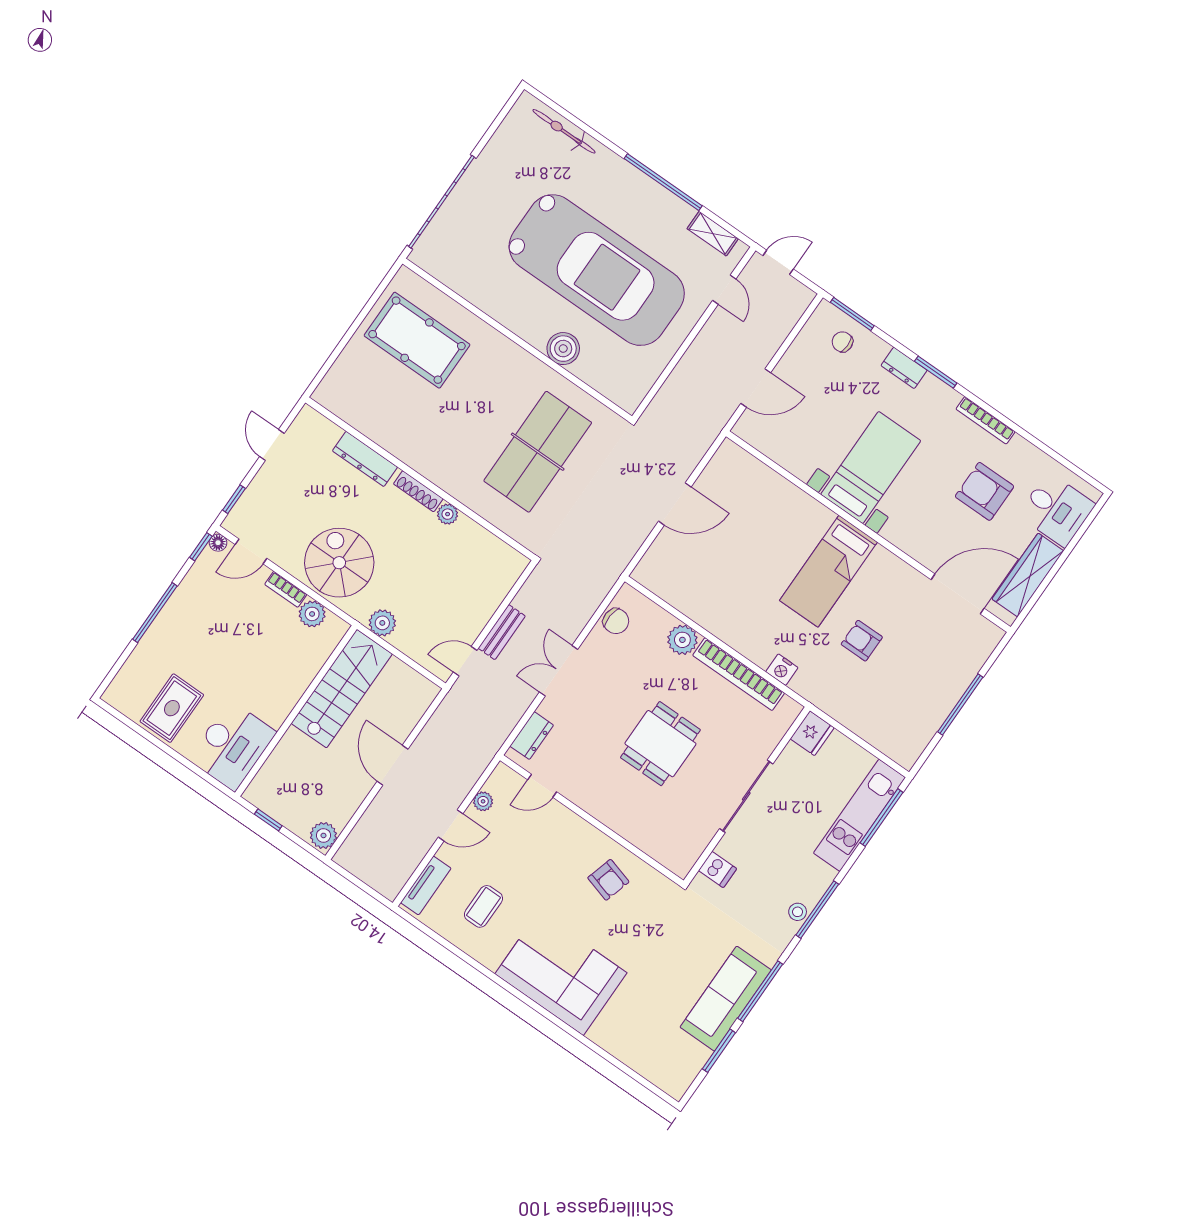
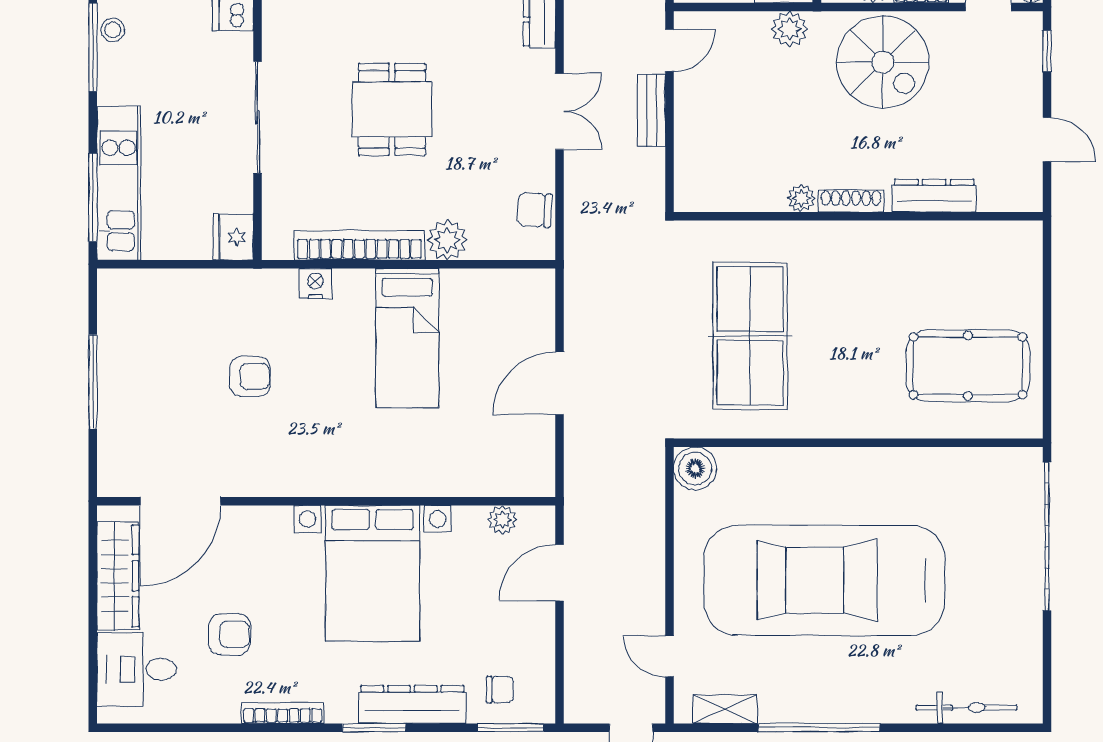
boiler: (563, 349) -> (695, 468), moved
dresser: (904, 368) -> (412, 704), width x1.96, depth x1.24
plant: (768, 445) -> (502, 520), added
bed with nightstands: (871, 468) -> (373, 573), width x1.36
armchair: (984, 491) -> (229, 634), width x0.72, depth x0.72
bed: (829, 571) -> (407, 338), moved, turned 180

